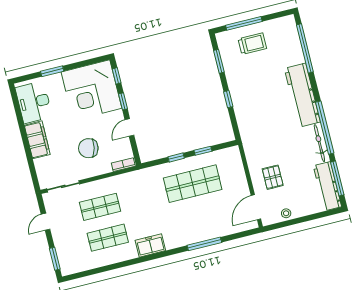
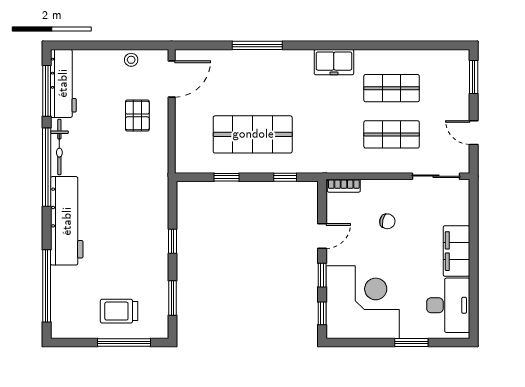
chair: (88, 148) -> (387, 221), width x0.54, depth x0.54
window: (176, 157) -> (285, 177), moved
door: (46, 222) -> (474, 133), swing flipped

